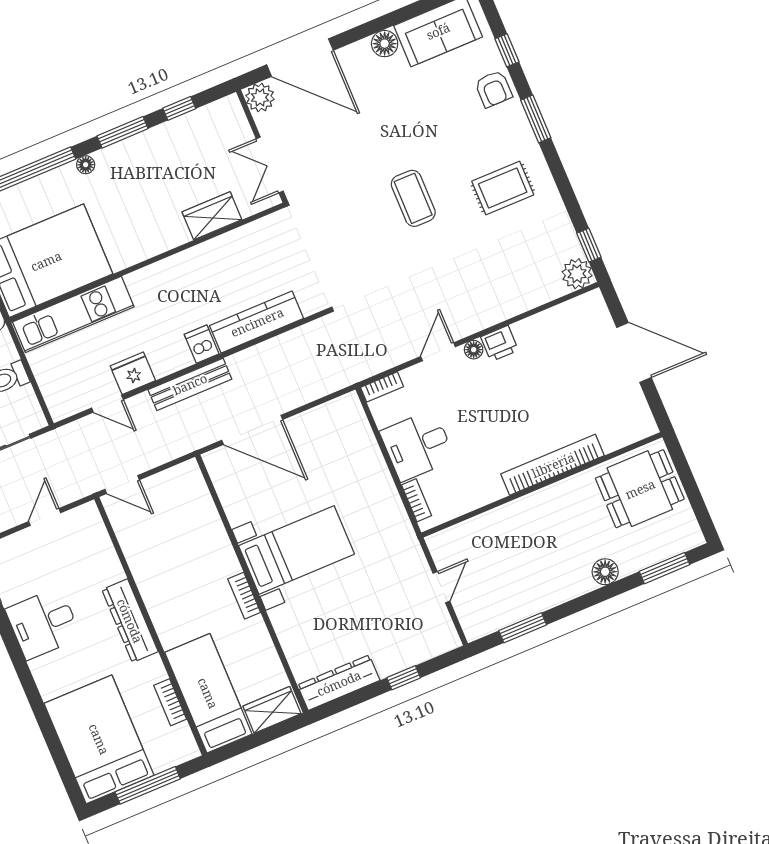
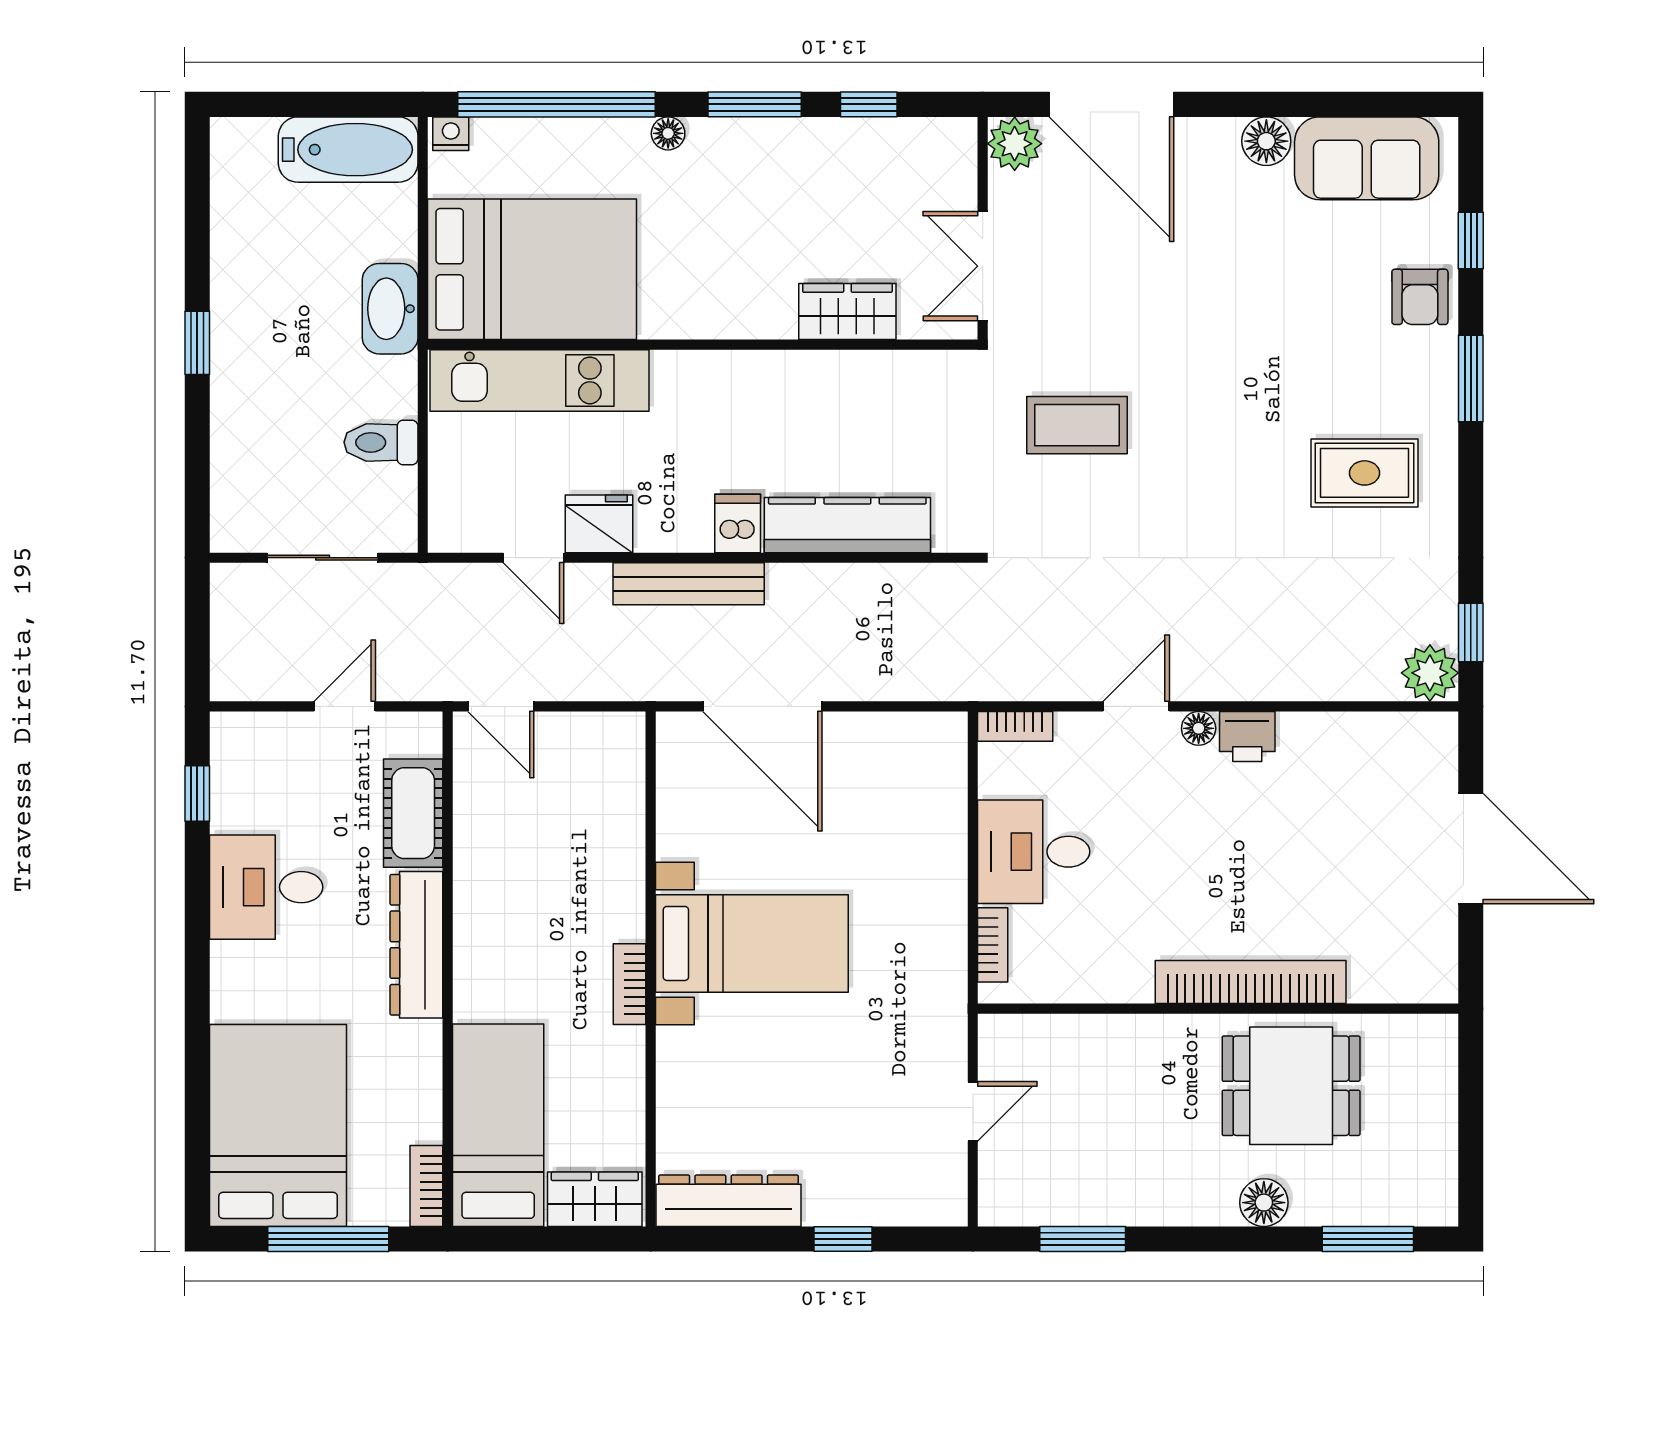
coffee table: (413, 198) -> (1077, 425), moved, turned 90
dining table: (640, 489) -> (1291, 1086), moved
cot: (101, 556) -> (413, 813), added
bookcase: (170, 702) -> (426, 1186), moved

